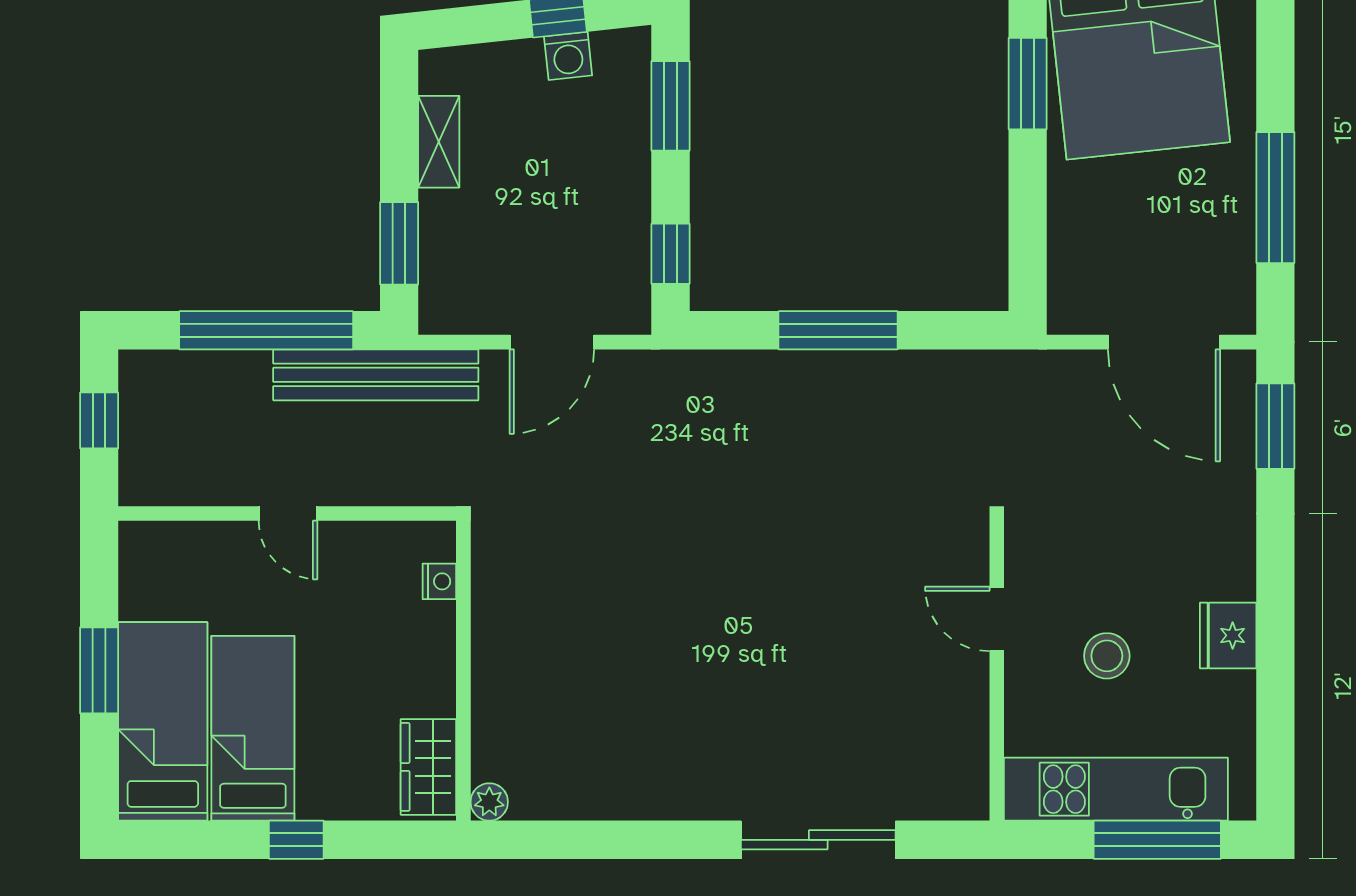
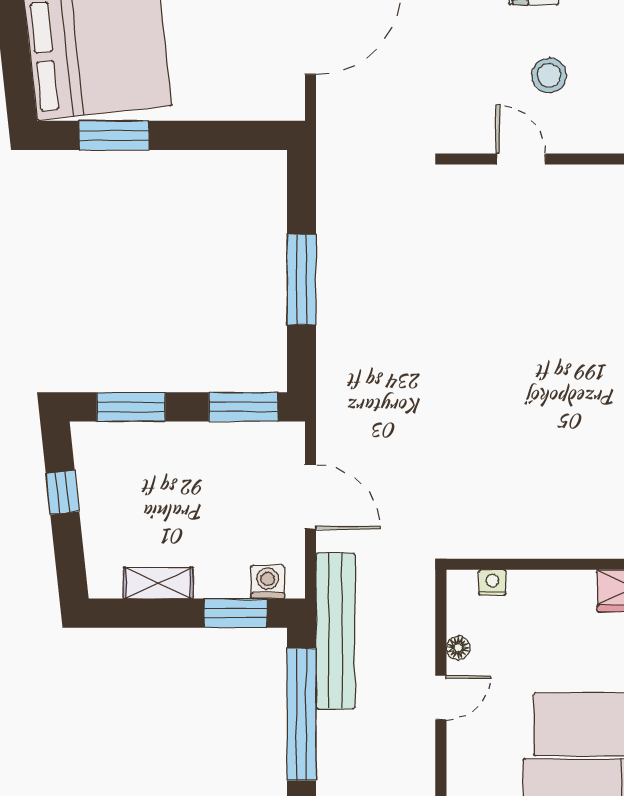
washing machine: (568, 56) -> (268, 582), moved, turned -84
window: (671, 254) -> (243, 407), width x1.50
floor lamp: (354, 536) -> (458, 648), added
door: (997, 619) -> (521, 159), swing flipped

